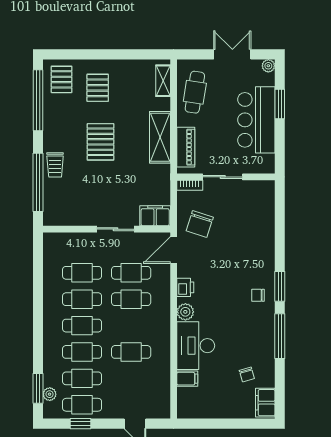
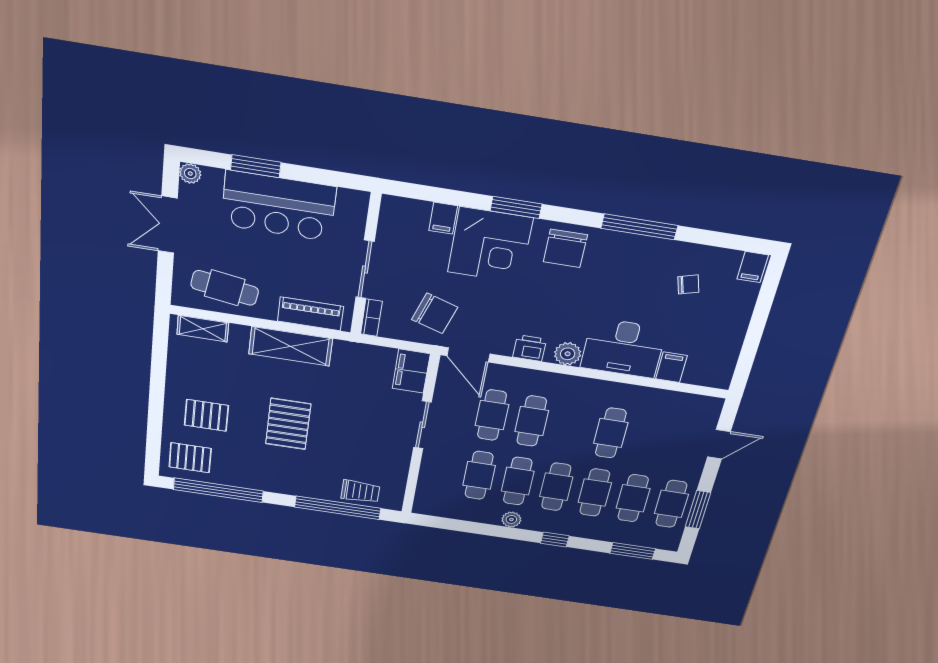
pallet: (101, 142) -> (288, 424), turned 90
trolley: (55, 165) -> (360, 491), moved
filing cabinet: (265, 219) -> (443, 218), added
corner desk: (252, 250) -> (490, 245), added
window: (280, 286) -> (516, 207), moved
chair: (258, 295) -> (565, 248), width x1.87, depth x1.87
window: (38, 334) -> (555, 540), added
plant: (50, 394) -> (511, 519), moved
filing cabinet: (265, 403) -> (753, 267), width x0.50
window: (80, 424) -> (698, 510), width x1.50

